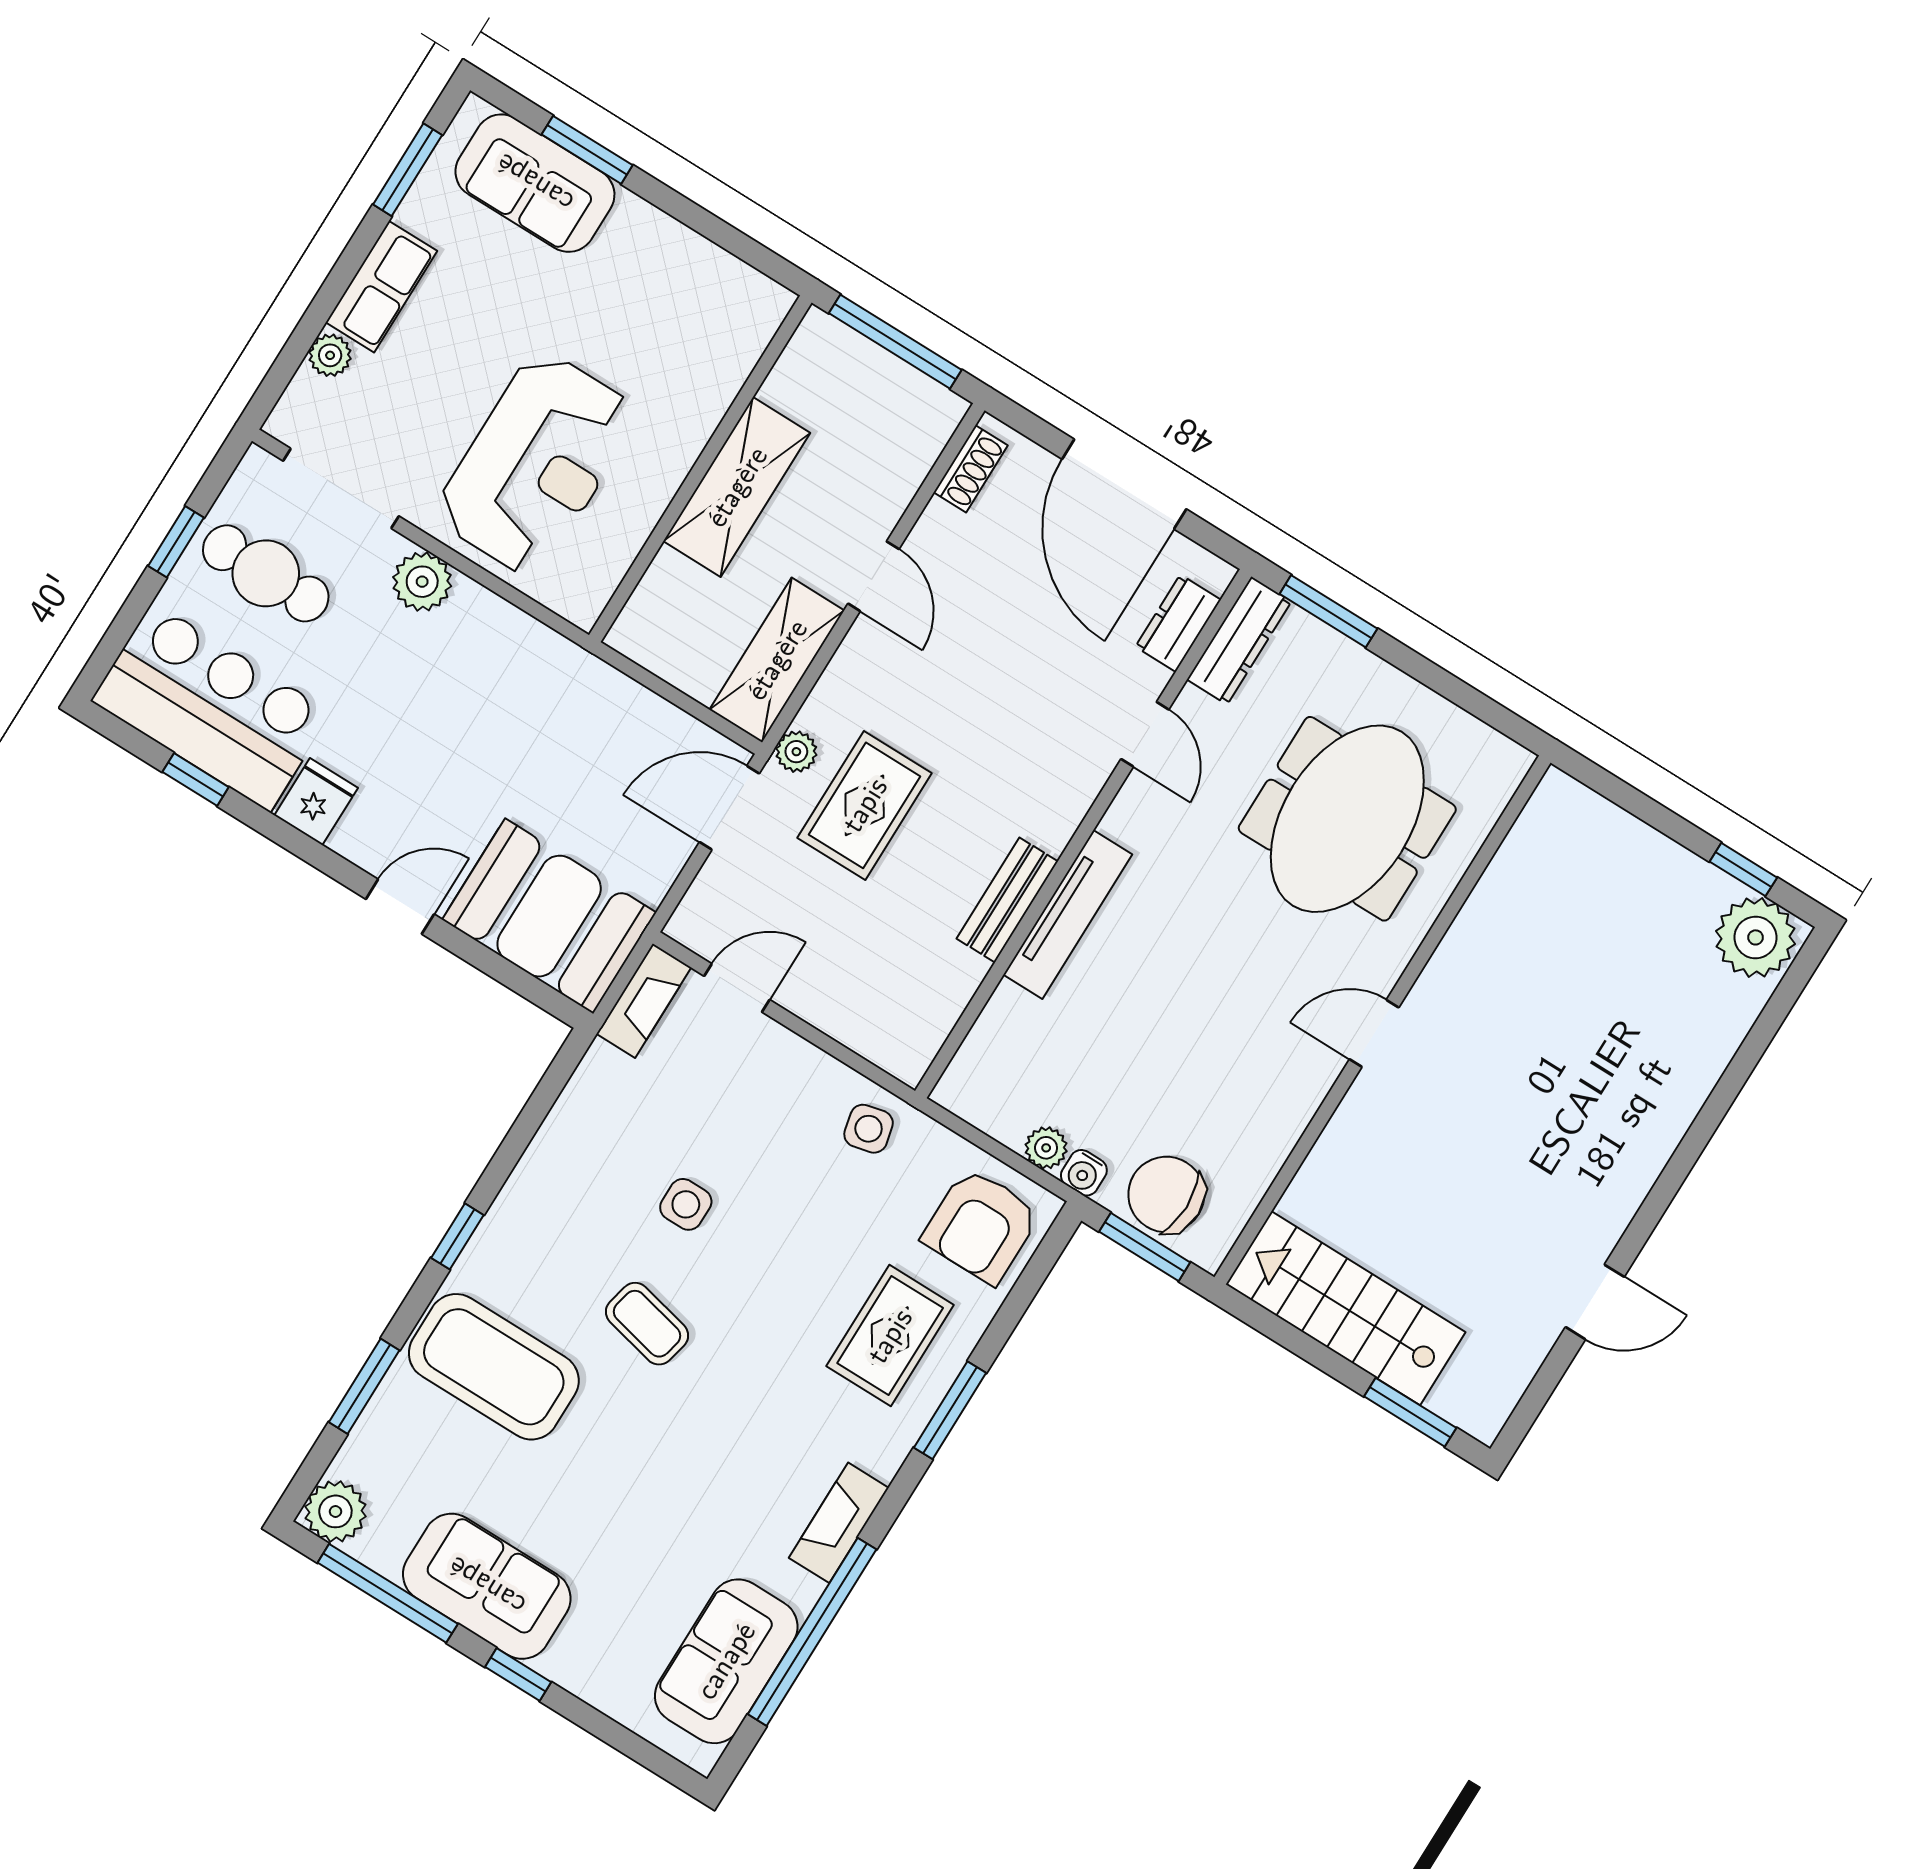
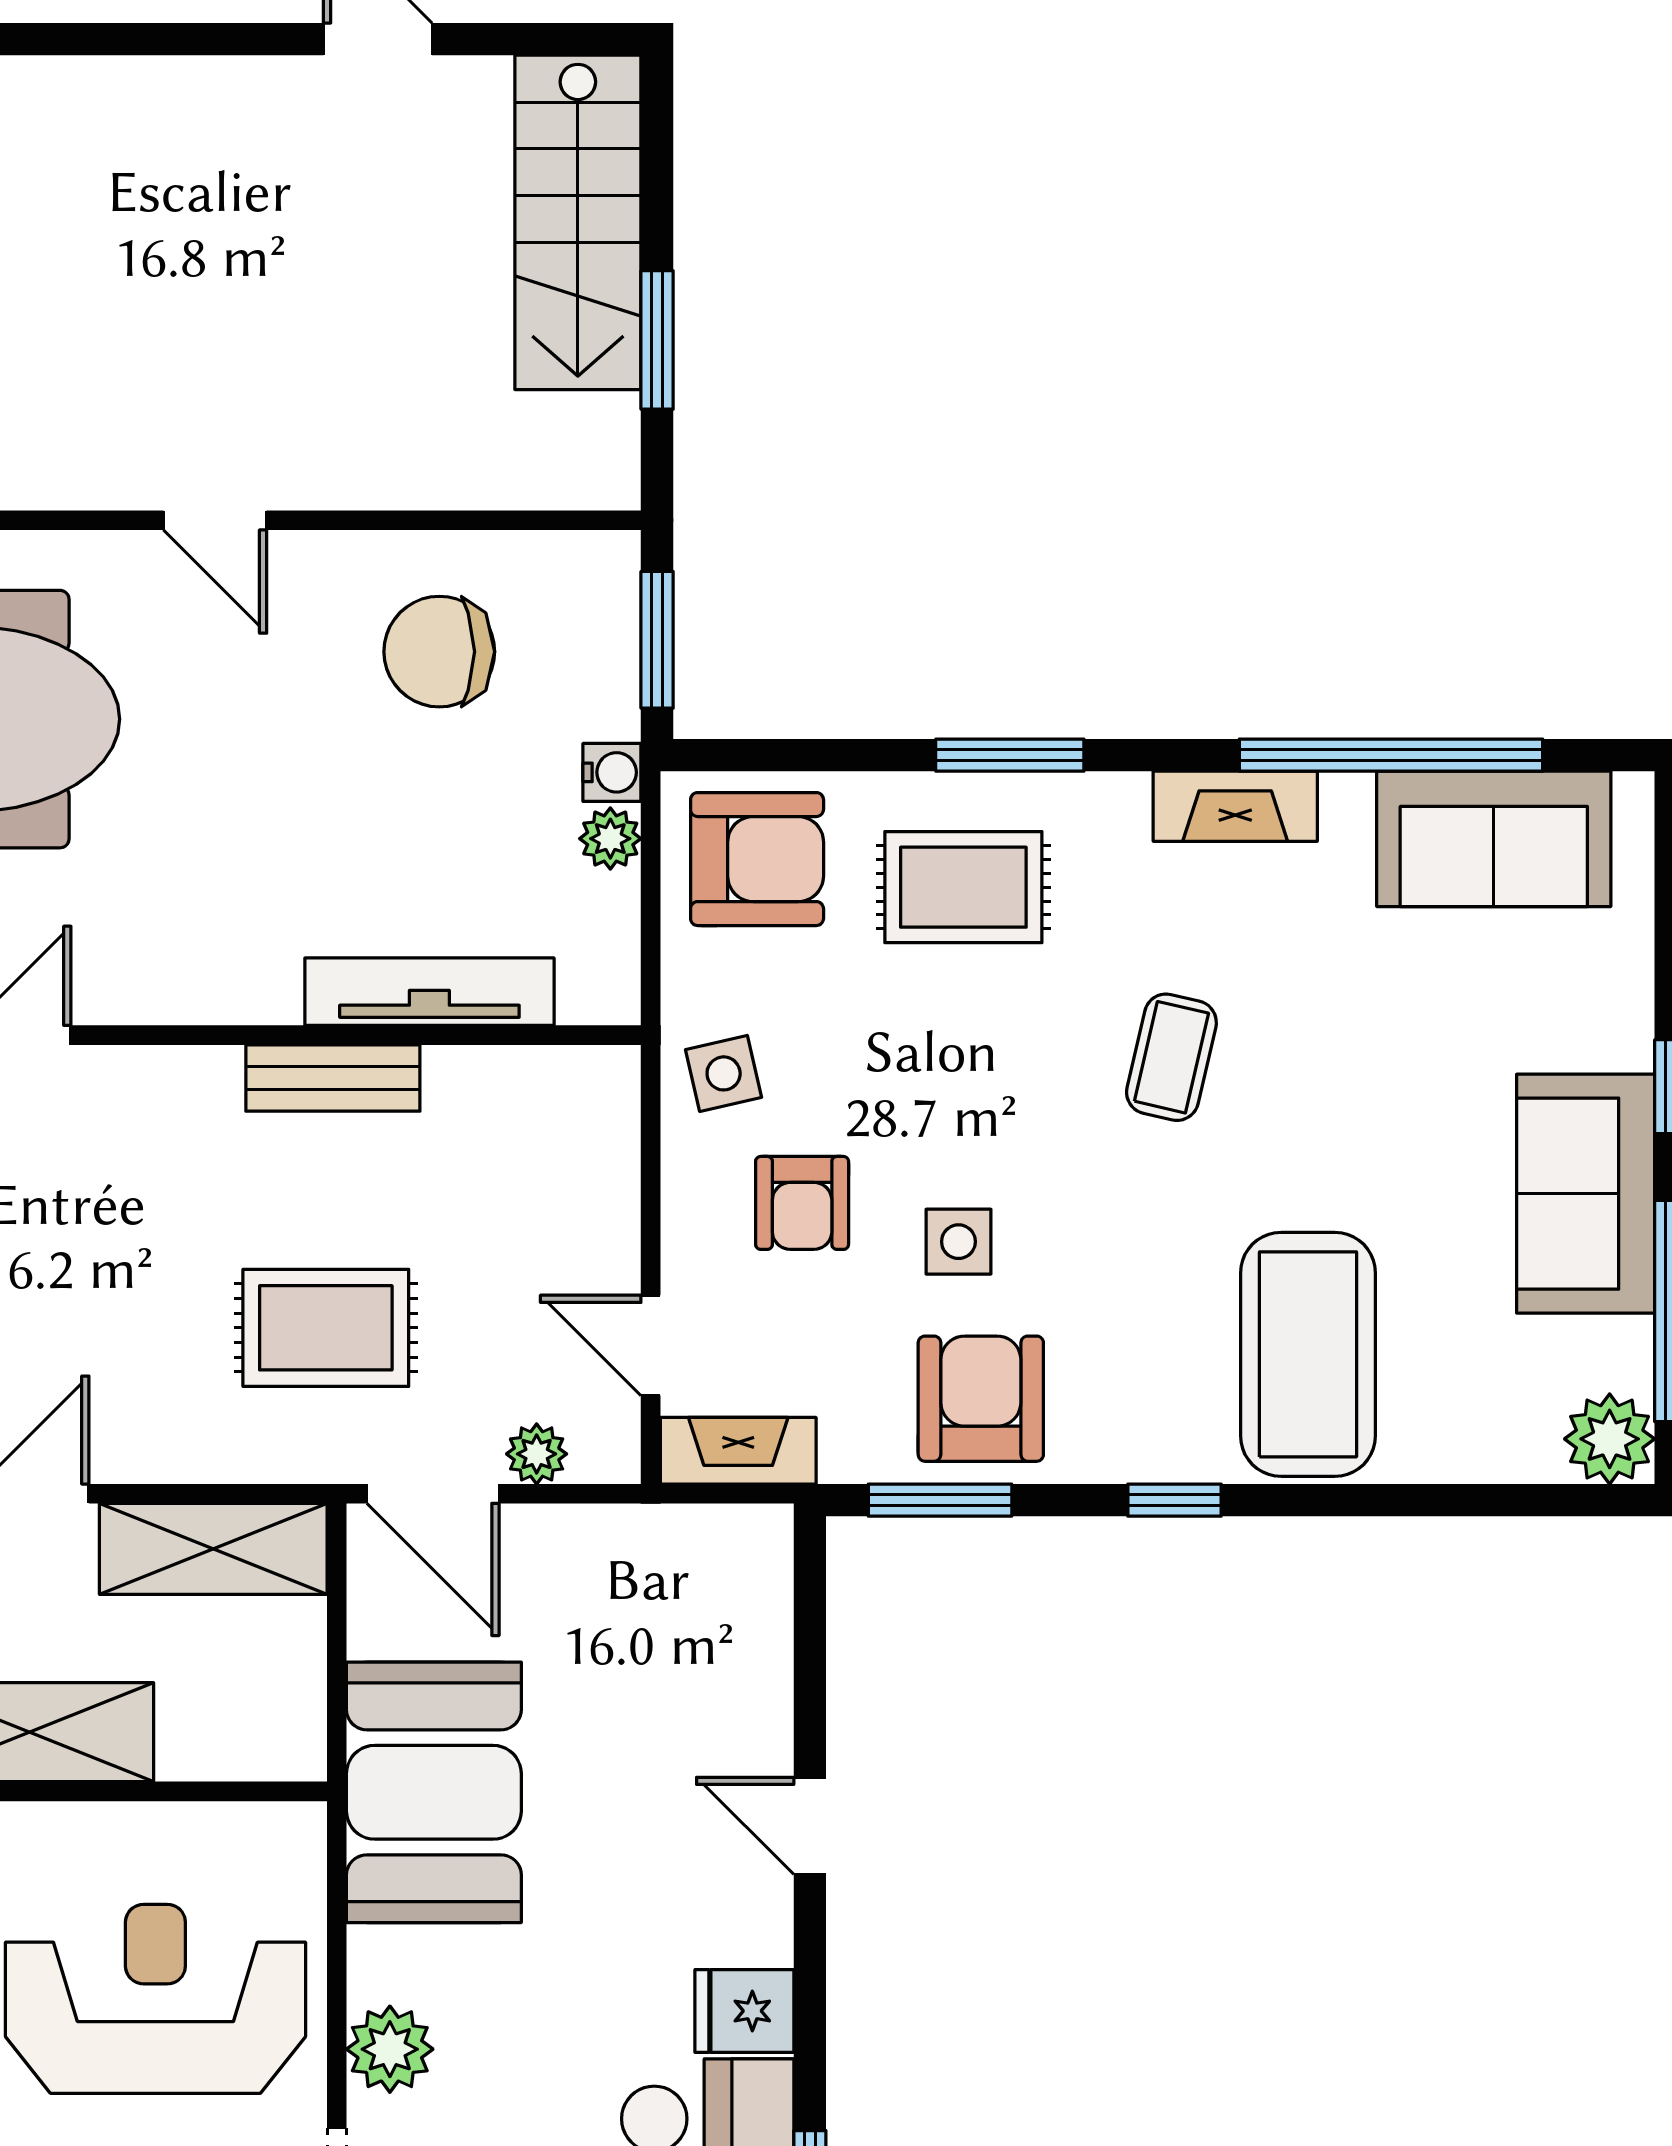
plant: (796, 752) -> (537, 1454), moved
tv unit: (1068, 915) -> (429, 992), moved
booth: (549, 916) -> (434, 1792), moved
armchair: (765, 1128) -> (802, 1203), added
armchair: (586, 1161) -> (981, 1399), added
chair: (1166, 1194) -> (439, 652), moved, turned 90
stairs: (1346, 1308) -> (578, 222), moved
coffee table: (647, 1324) -> (1171, 1057), moved
window: (364, 1386) -> (940, 1500), moved
window: (1410, 1412) -> (657, 340), moved

